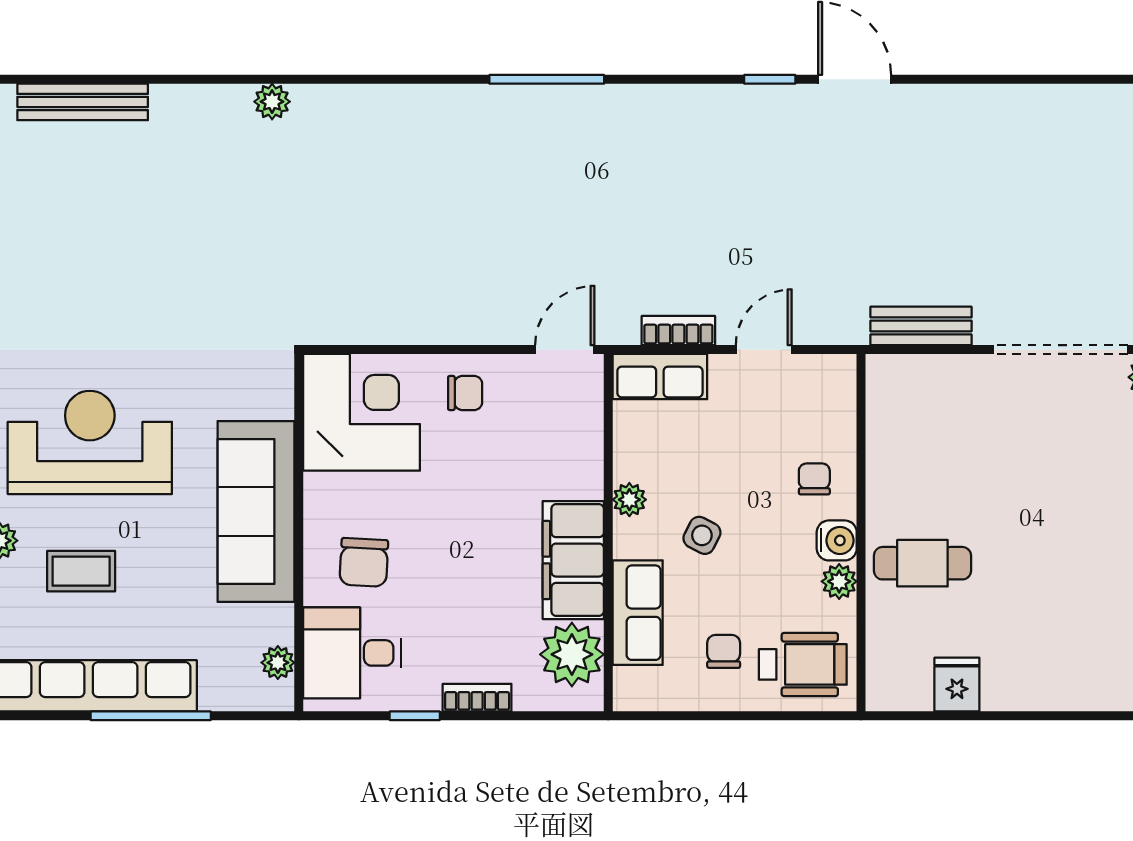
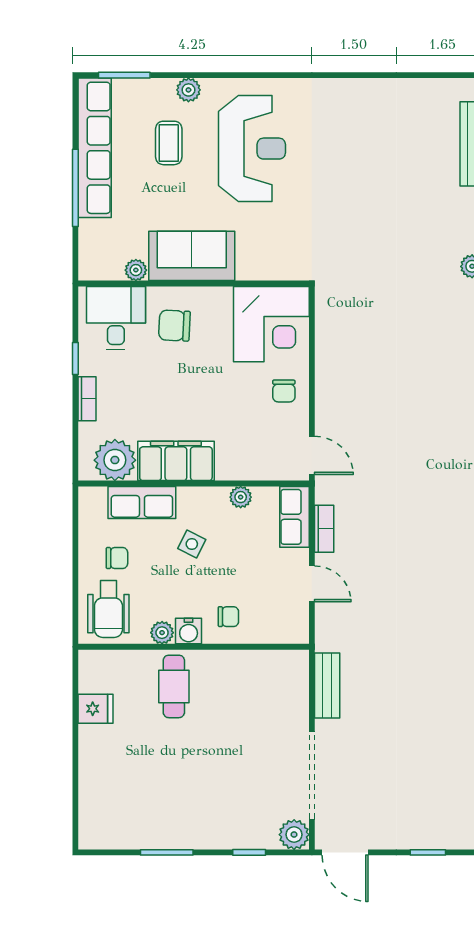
plant: (629, 500) -> (241, 497), moved
sofa: (256, 511) -> (192, 256), width x0.73
plant: (278, 663) -> (136, 270), moved

